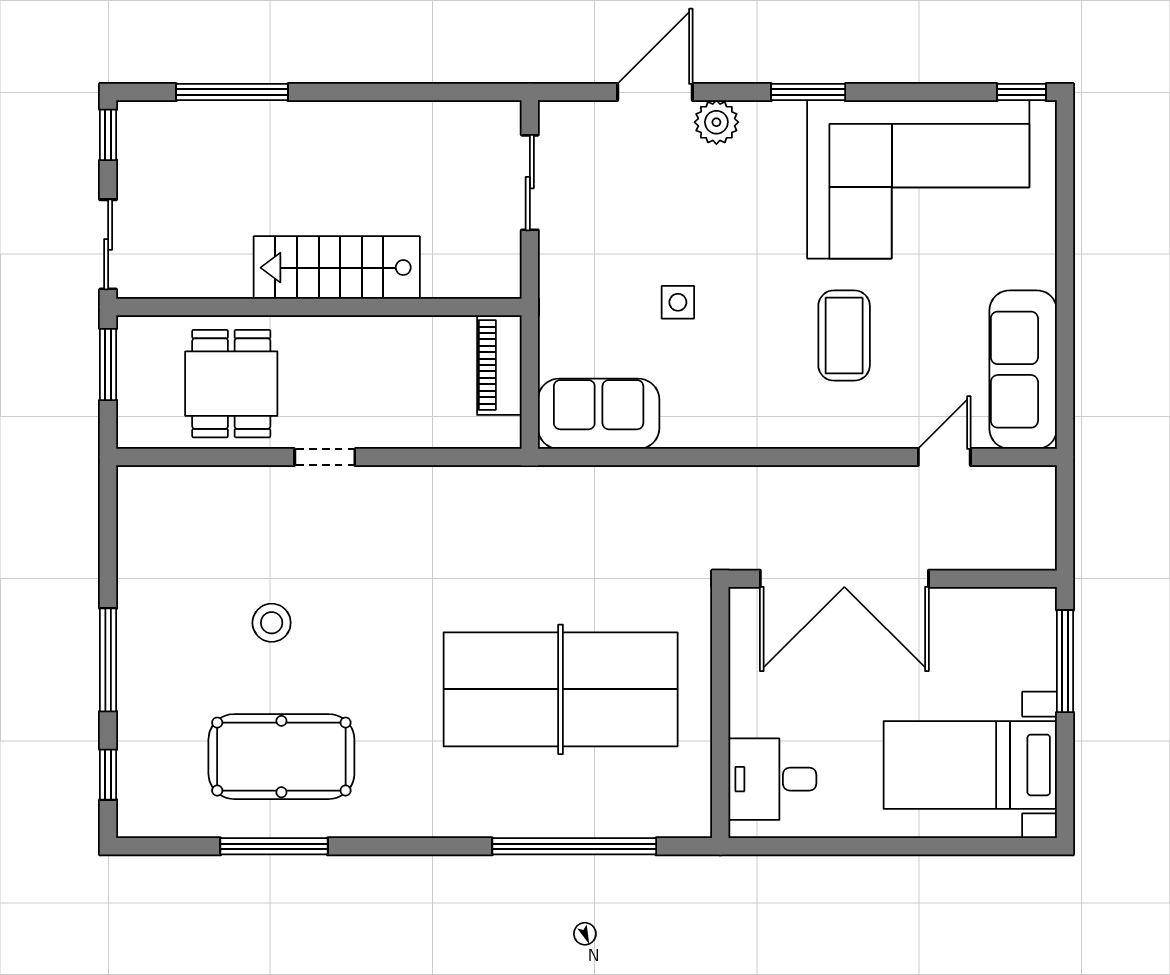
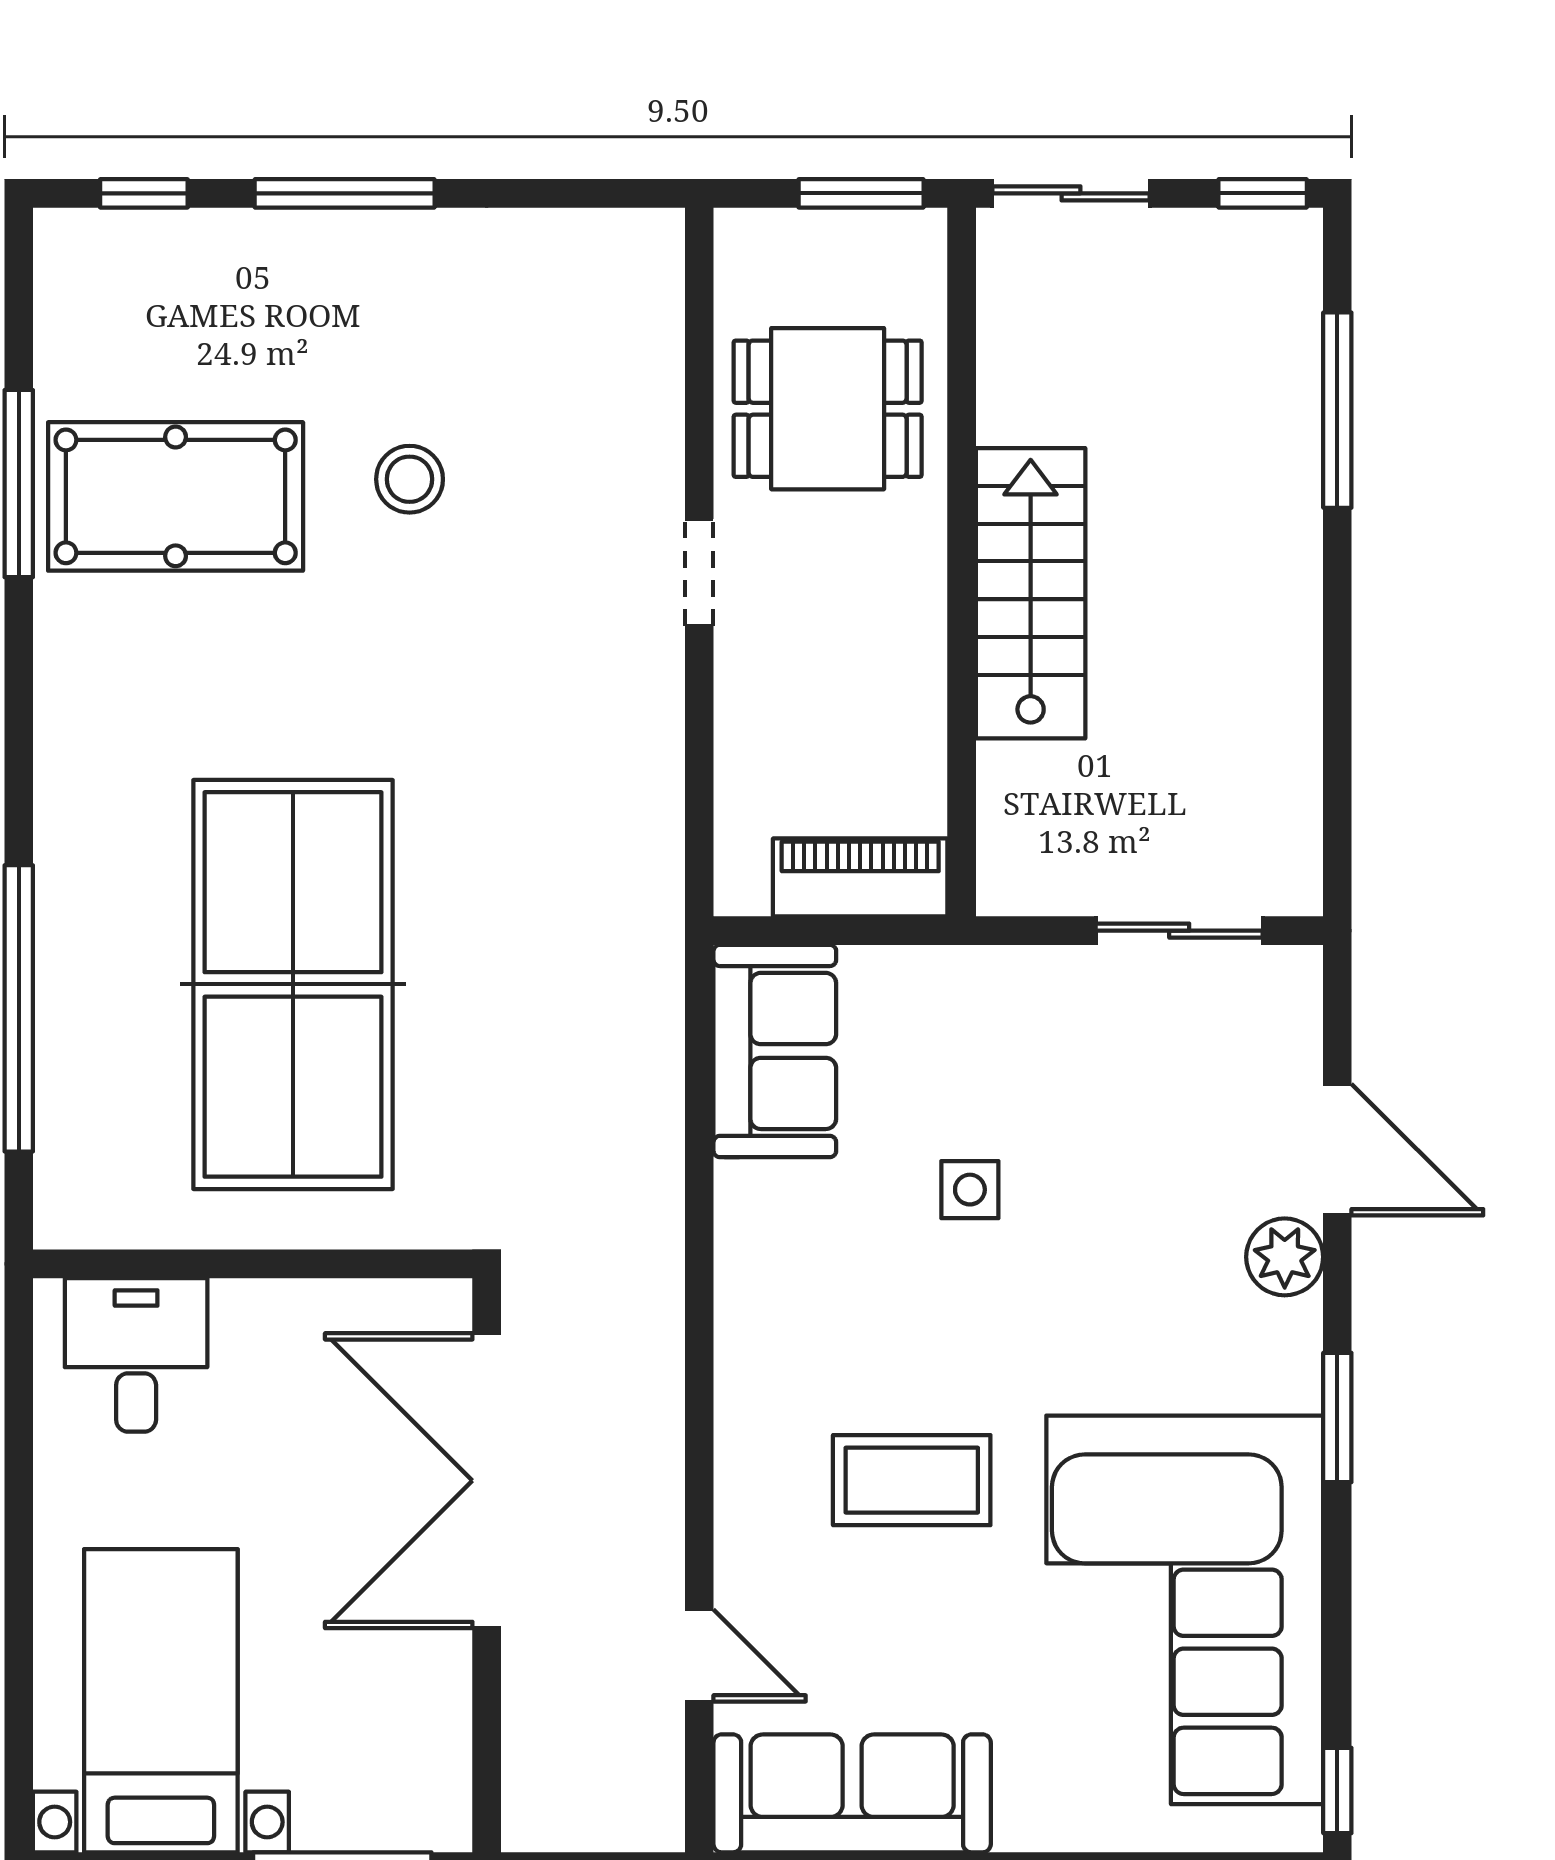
pool table: (281, 757) -> (176, 496), turned 90

